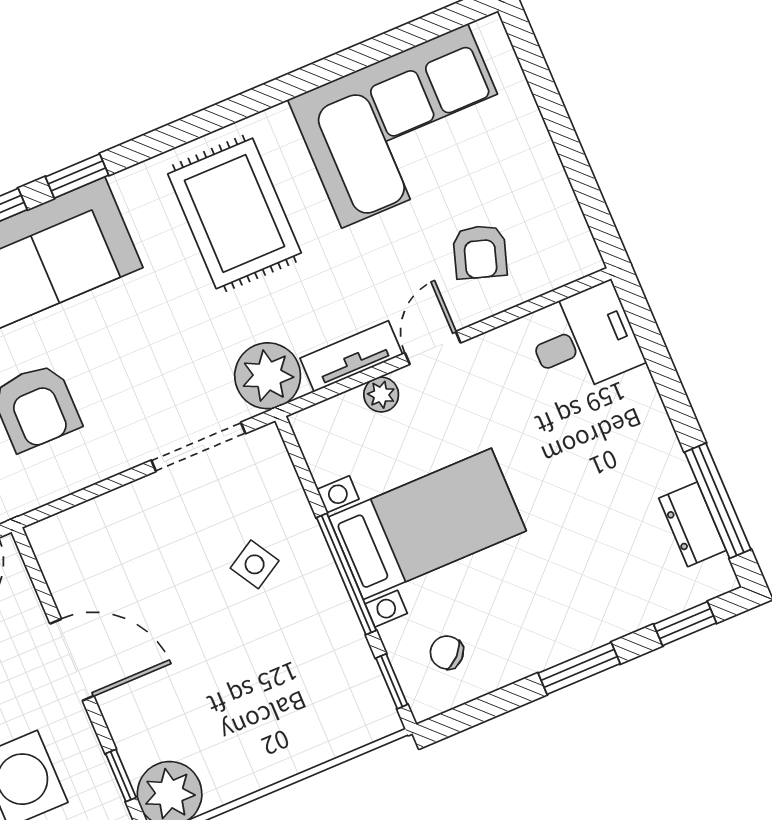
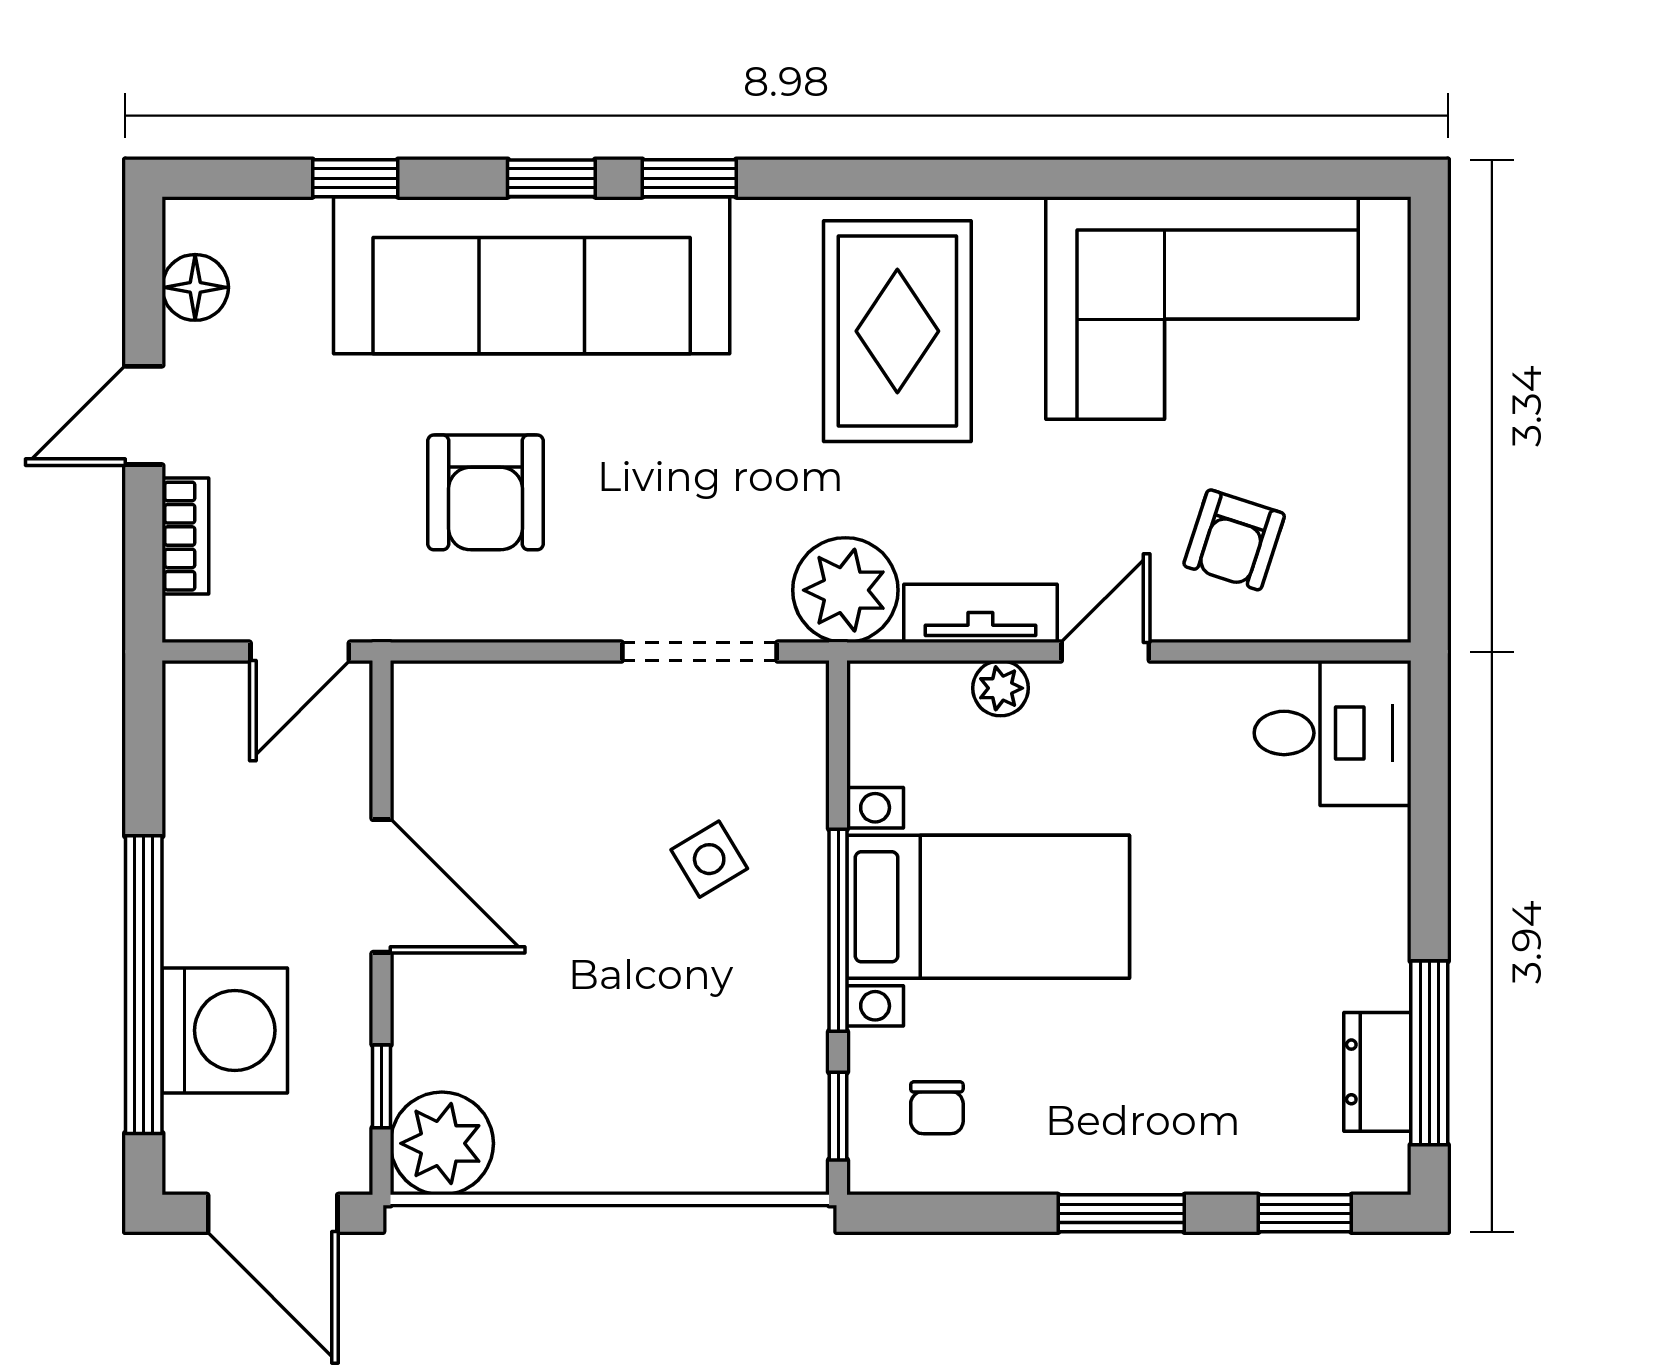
chair: (447, 652) -> (937, 1108), turned -135

